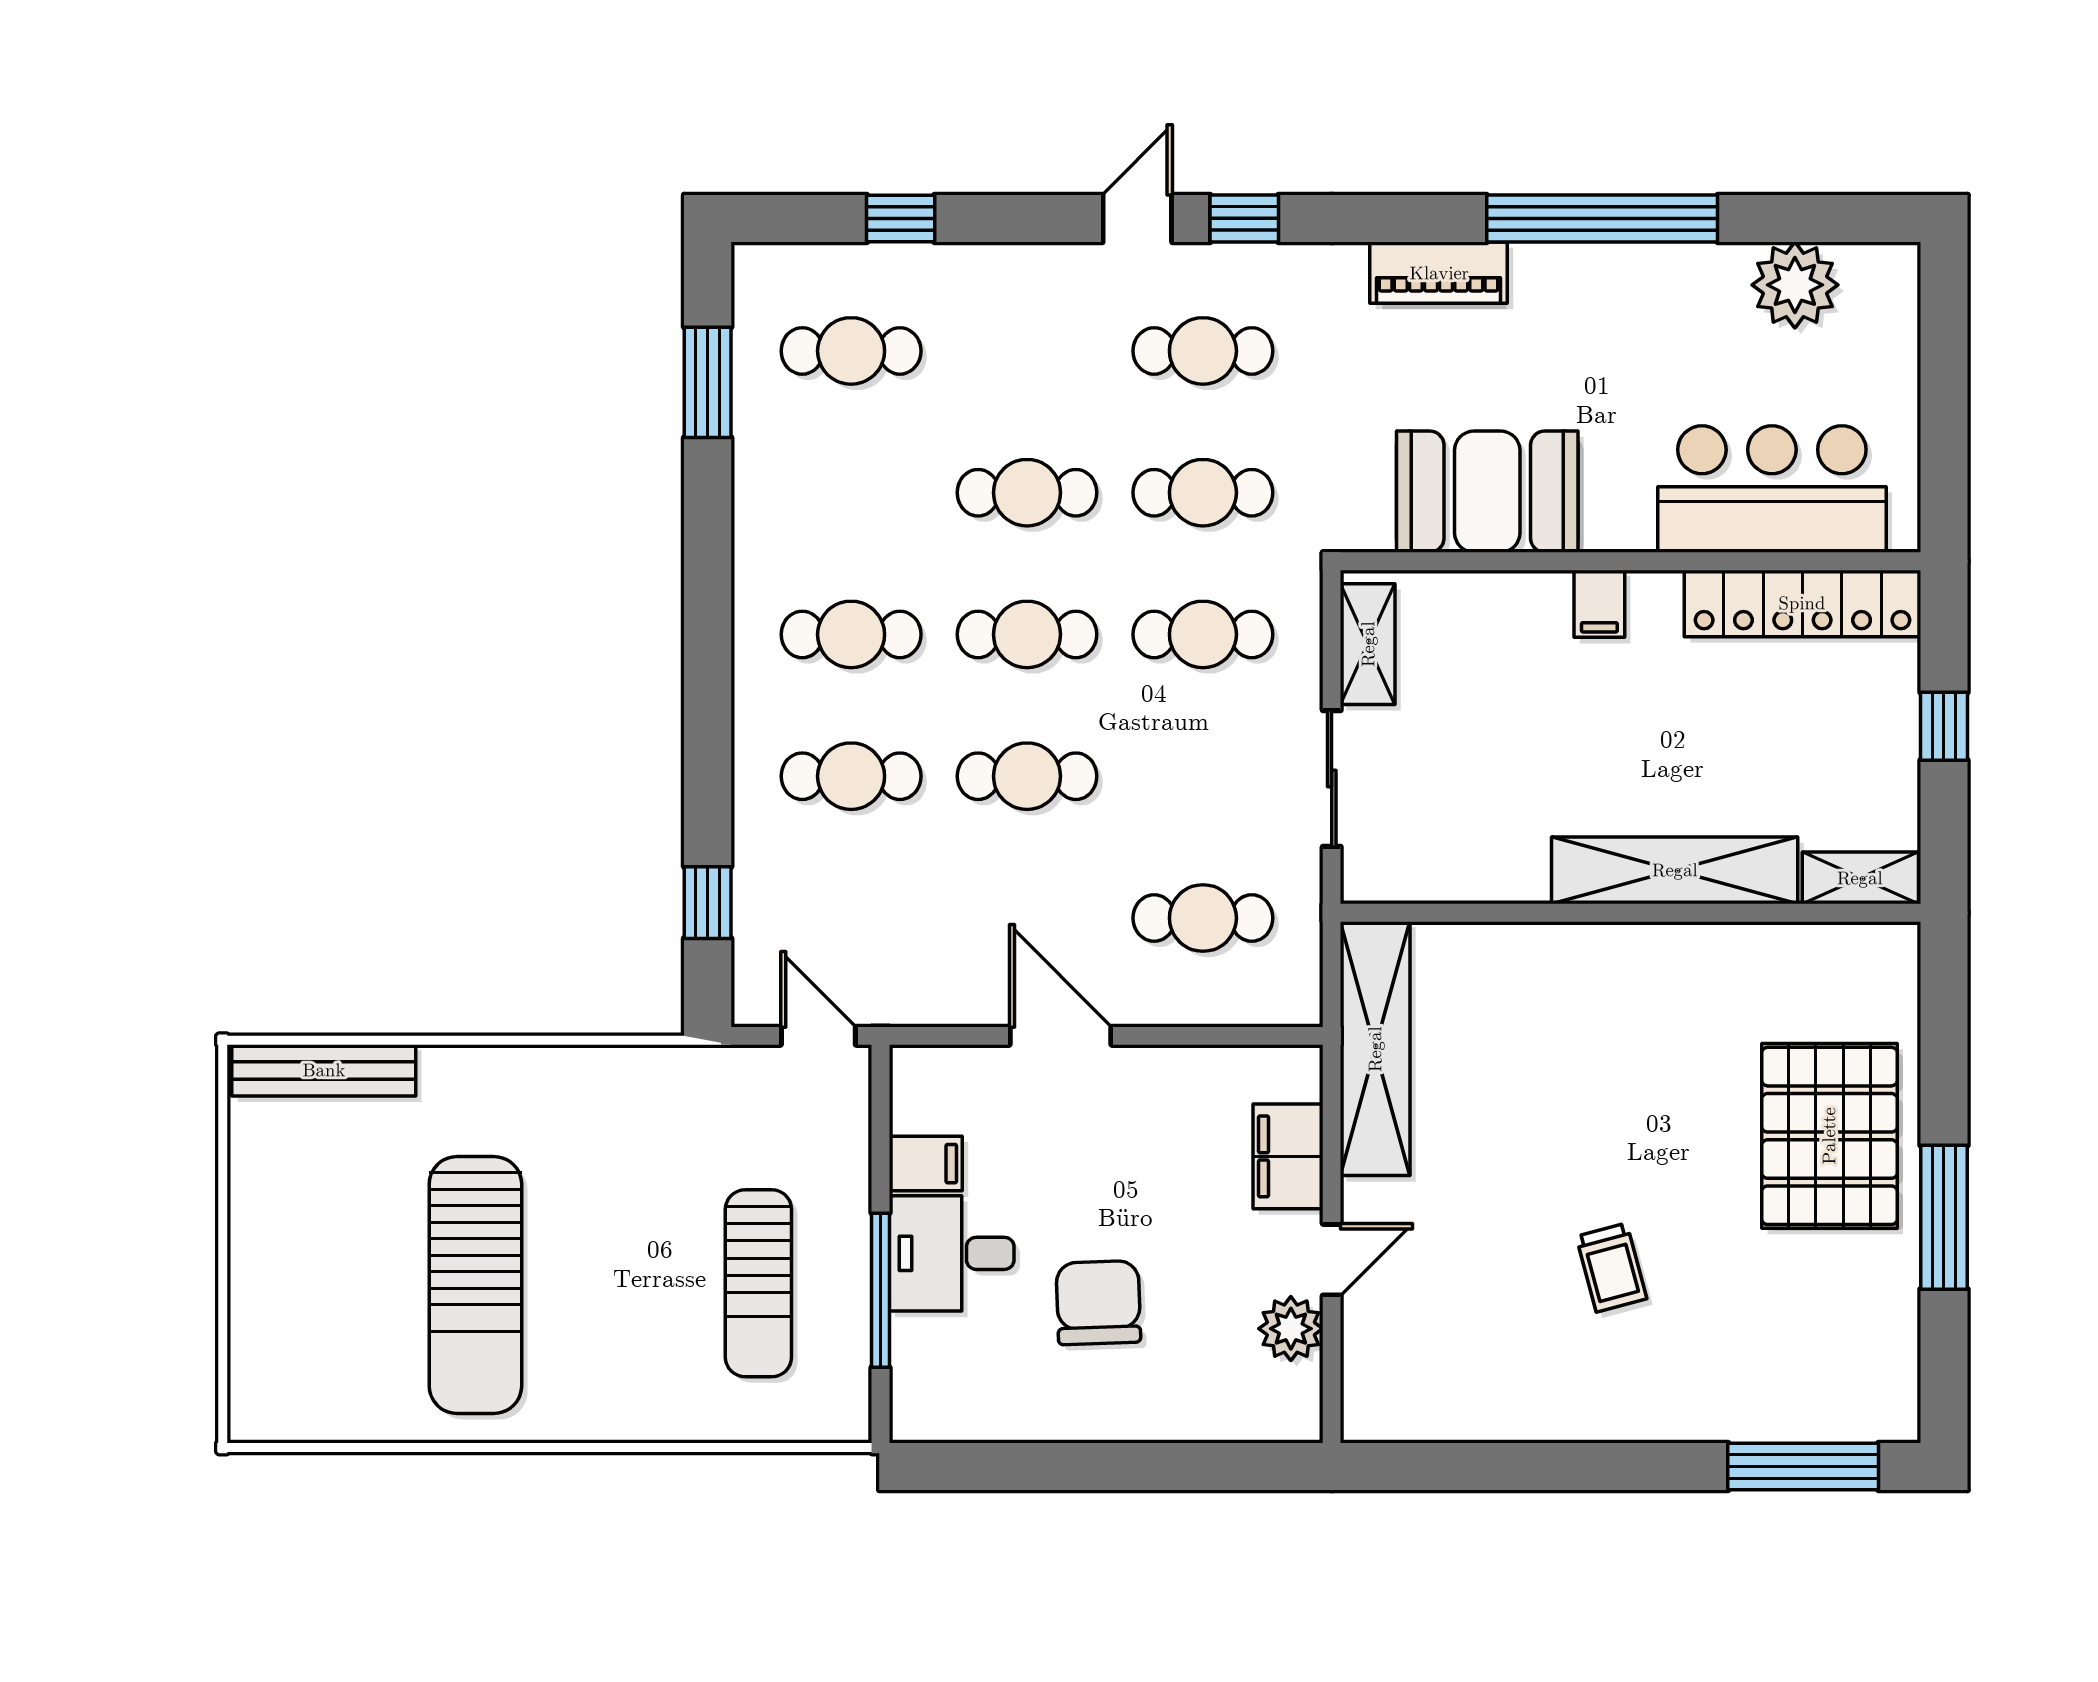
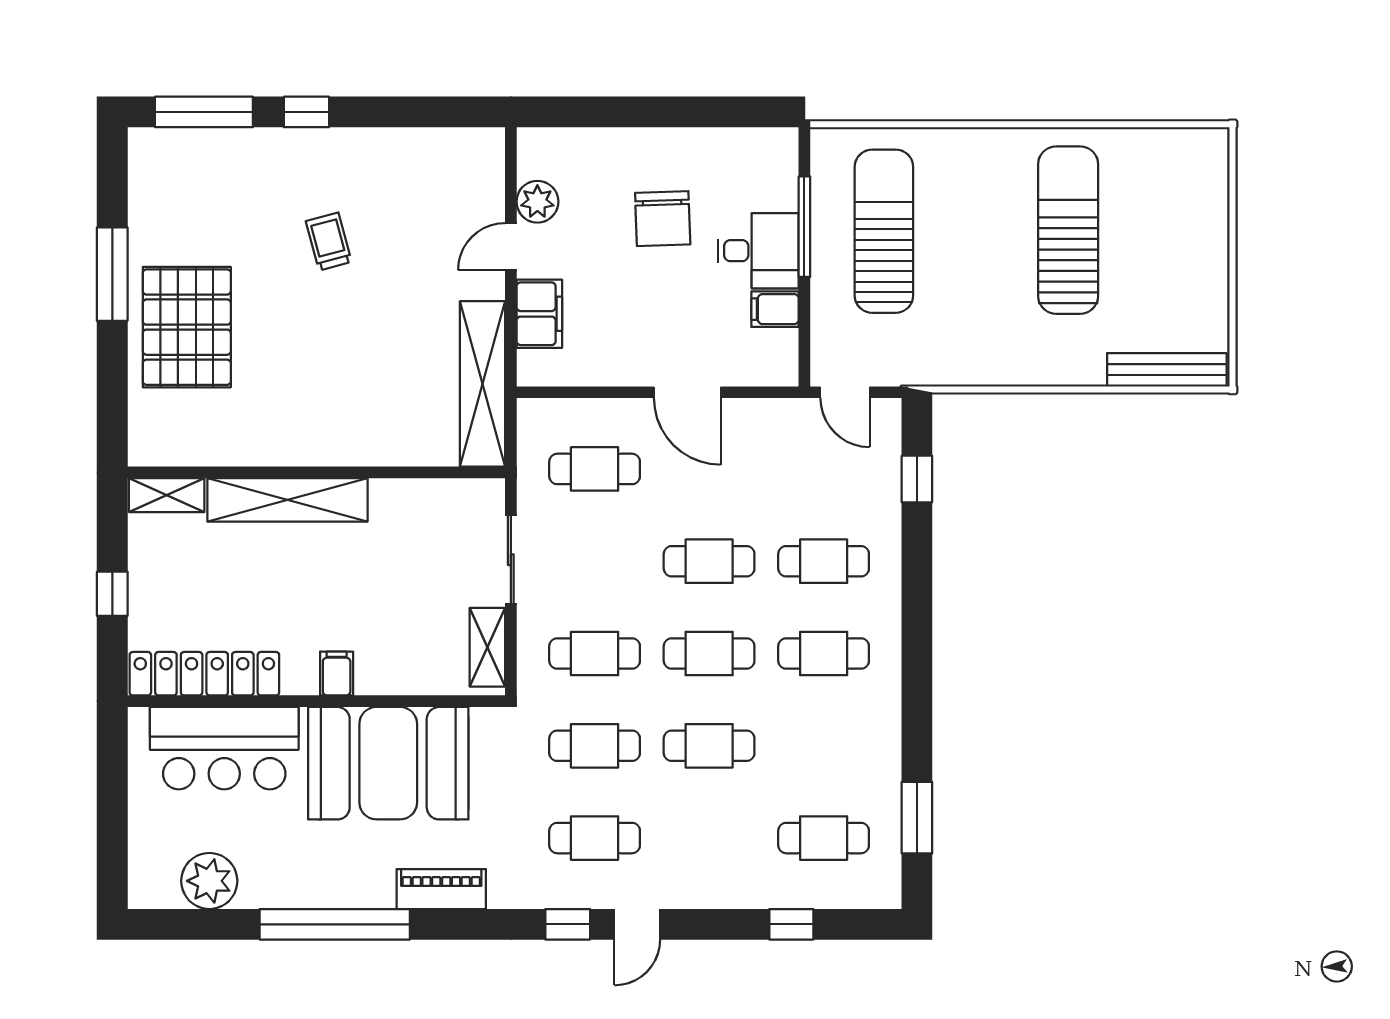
booth: (1487, 492) -> (388, 763), width x1.36, depth x1.42
sun lounger: (758, 1283) -> (884, 231), width x1.36, depth x1.34
window: (1646, 1466) -> (306, 112), added

